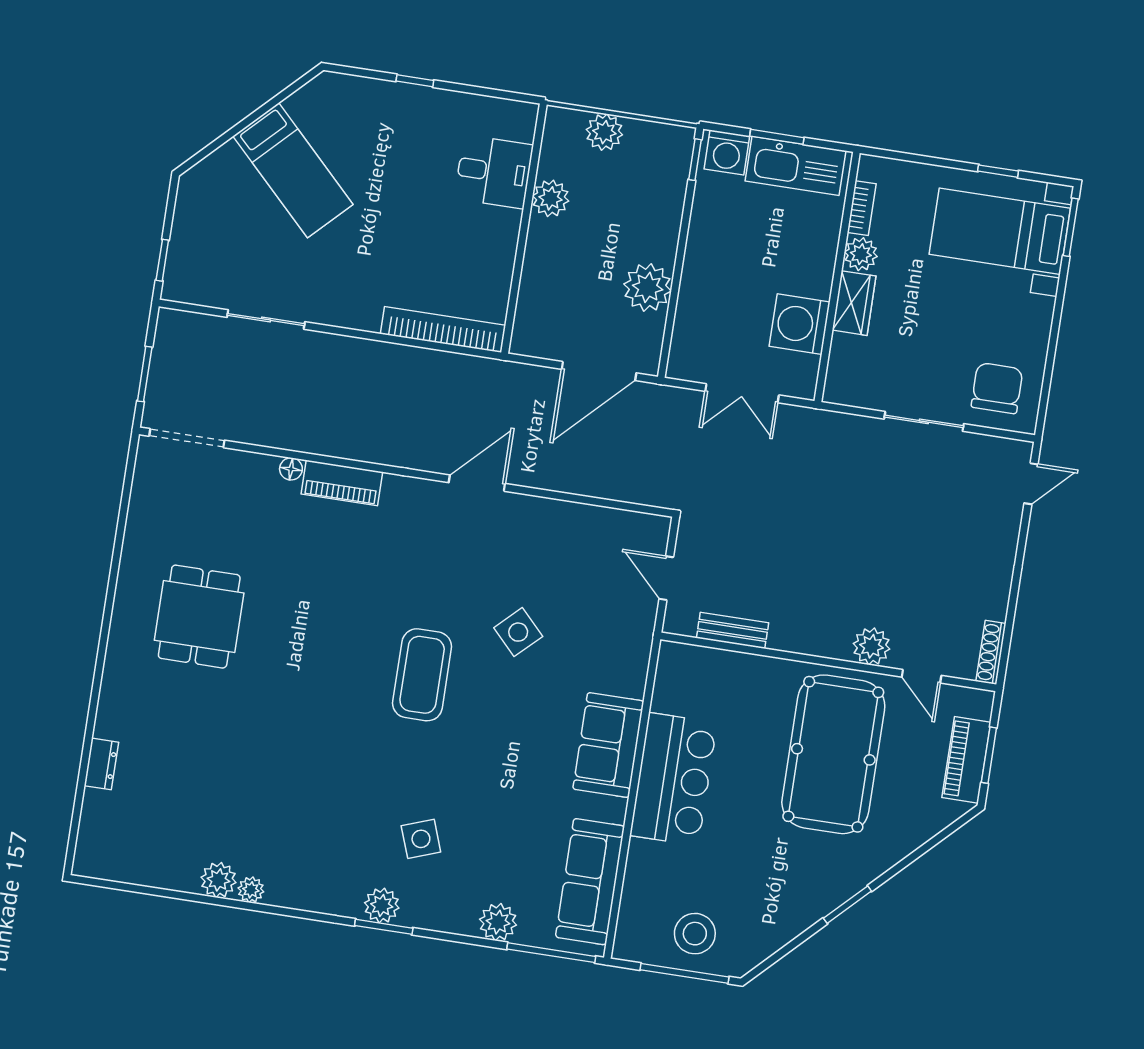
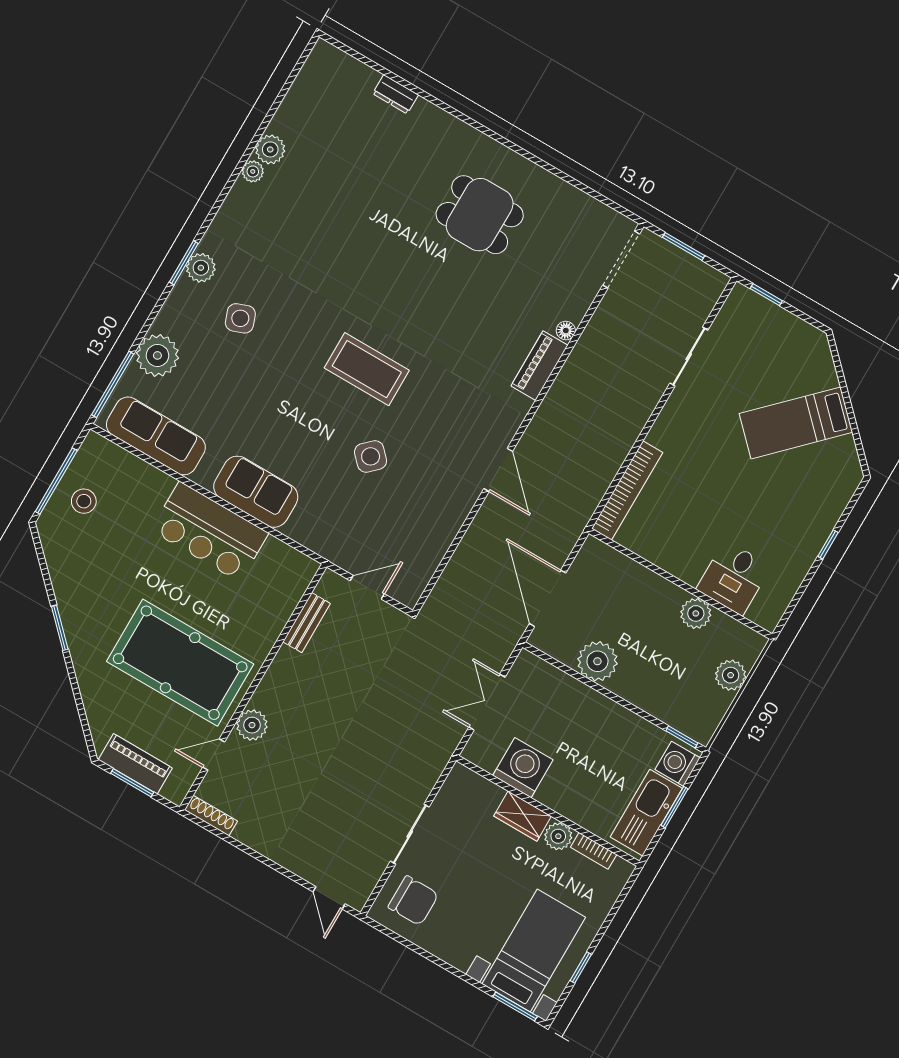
plant: (498, 922) -> (157, 355), width x1.36, depth x1.36
stool: (695, 934) -> (84, 501), width x0.73, depth x0.73

